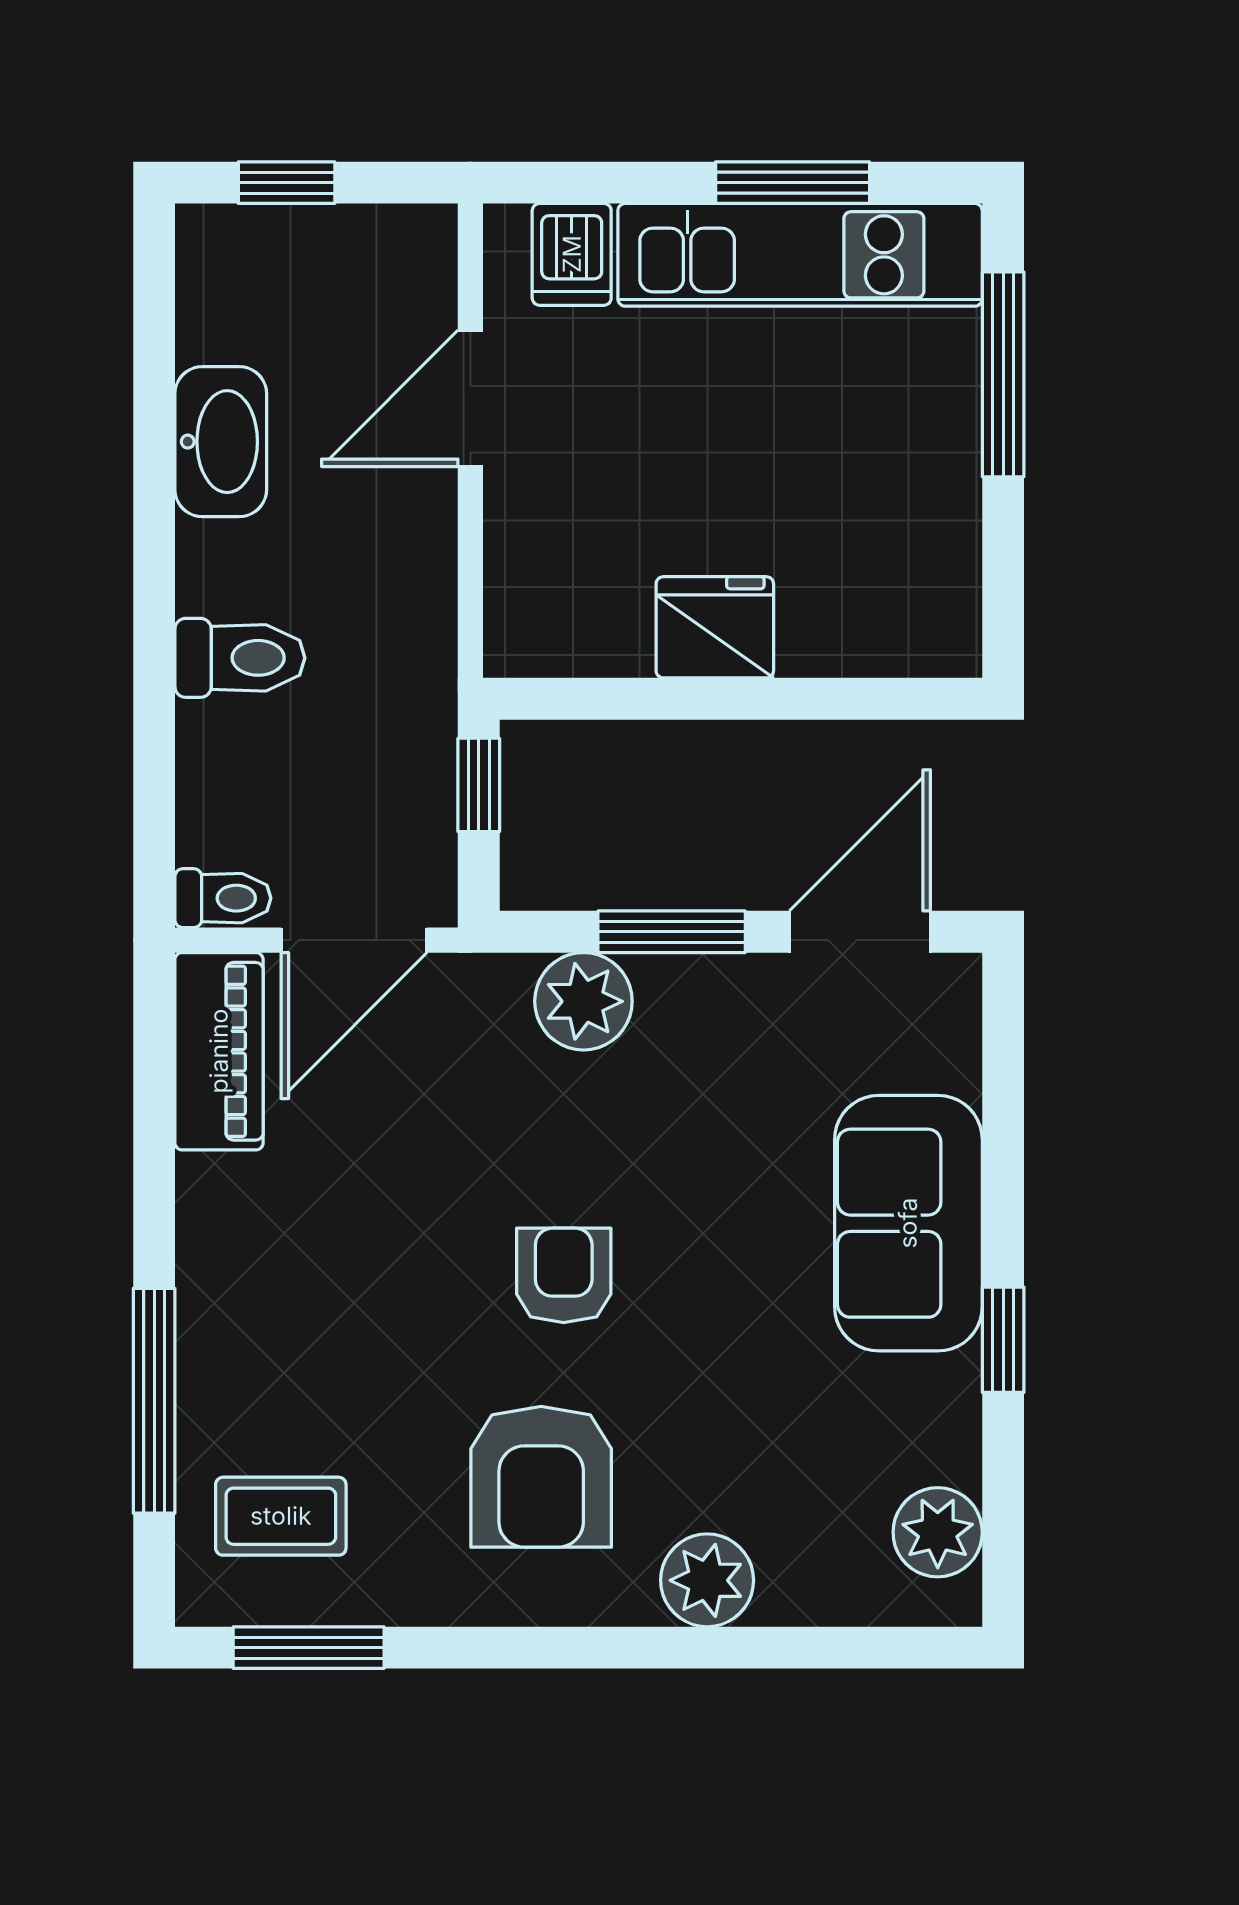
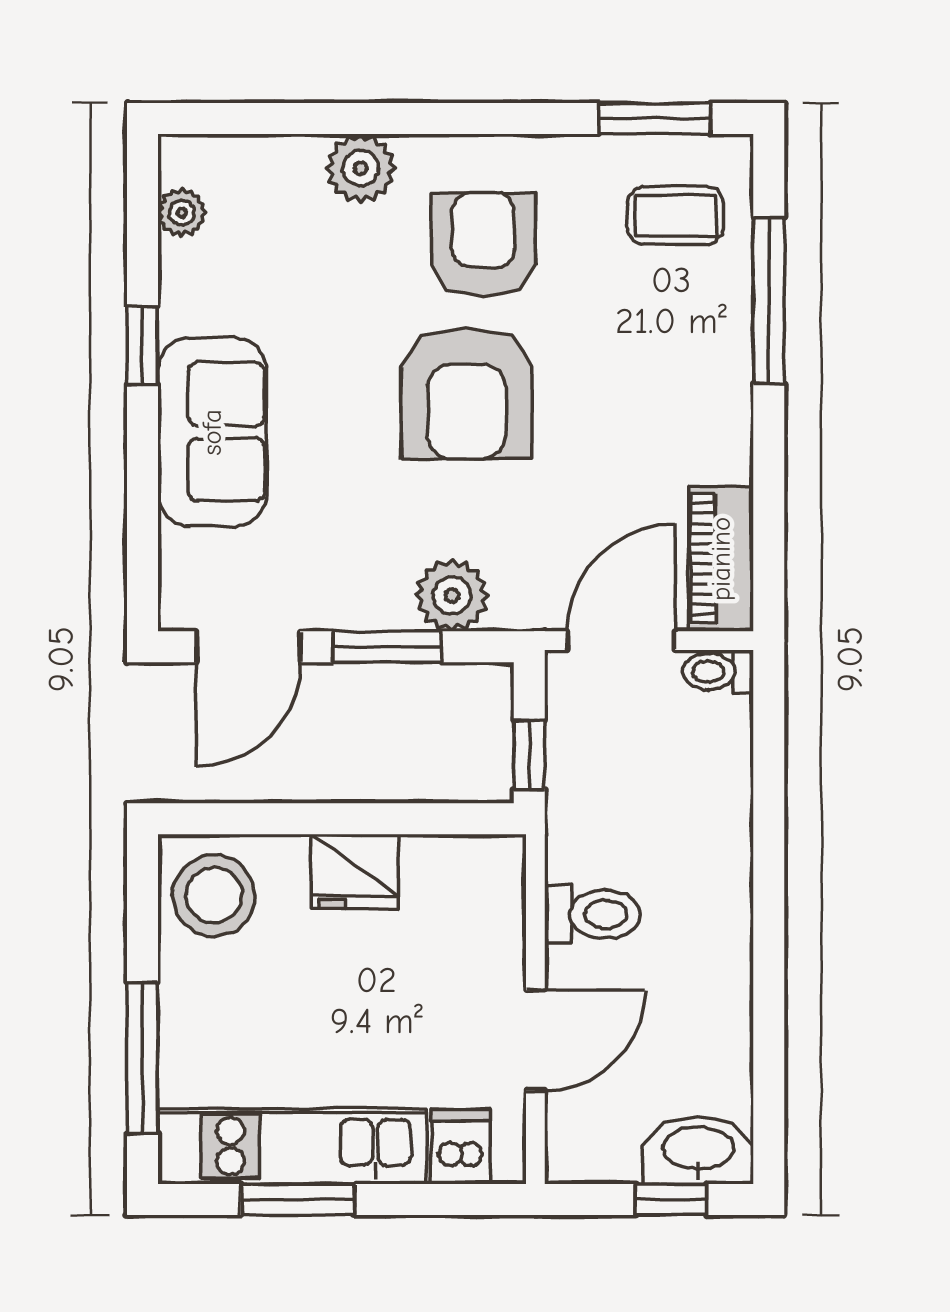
washbasin: (221, 442) -> (698, 1150), moved, turned 90
stool: (906, 595) -> (214, 895), added
toilet: (240, 658) -> (593, 914), moved, turned 180
armchair: (564, 1275) -> (467, 393), width x1.88, depth x1.88
plant: (938, 1532) -> (182, 213), width x0.73, depth x0.73

